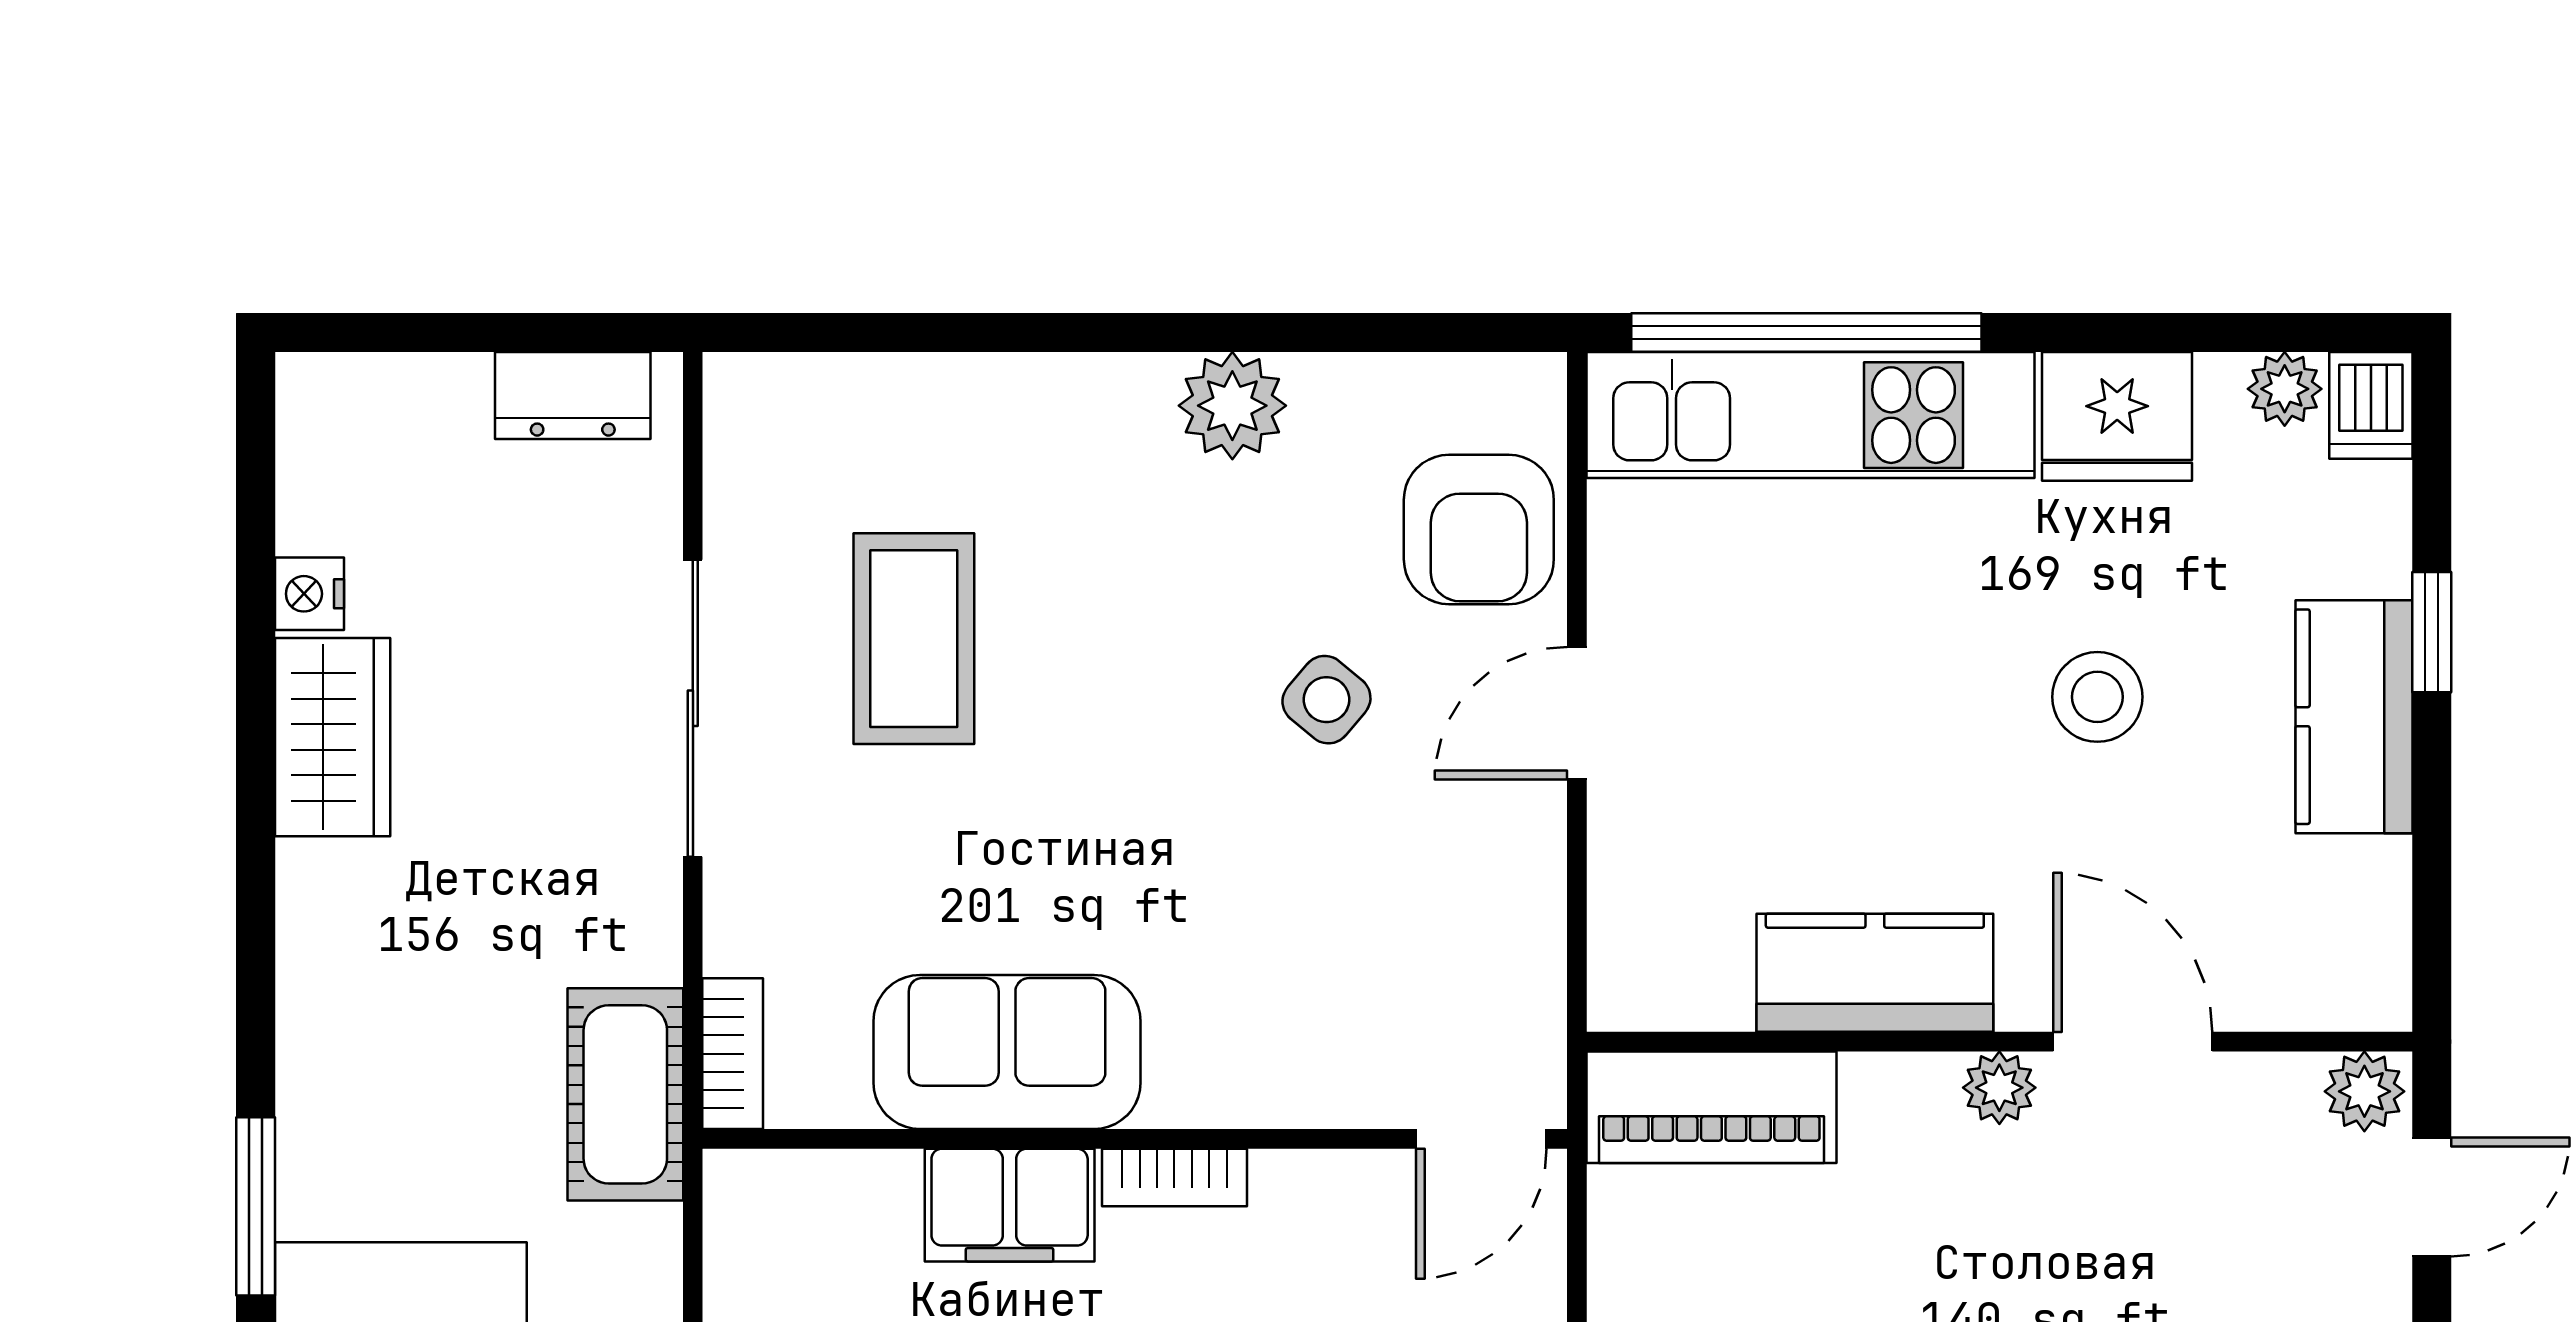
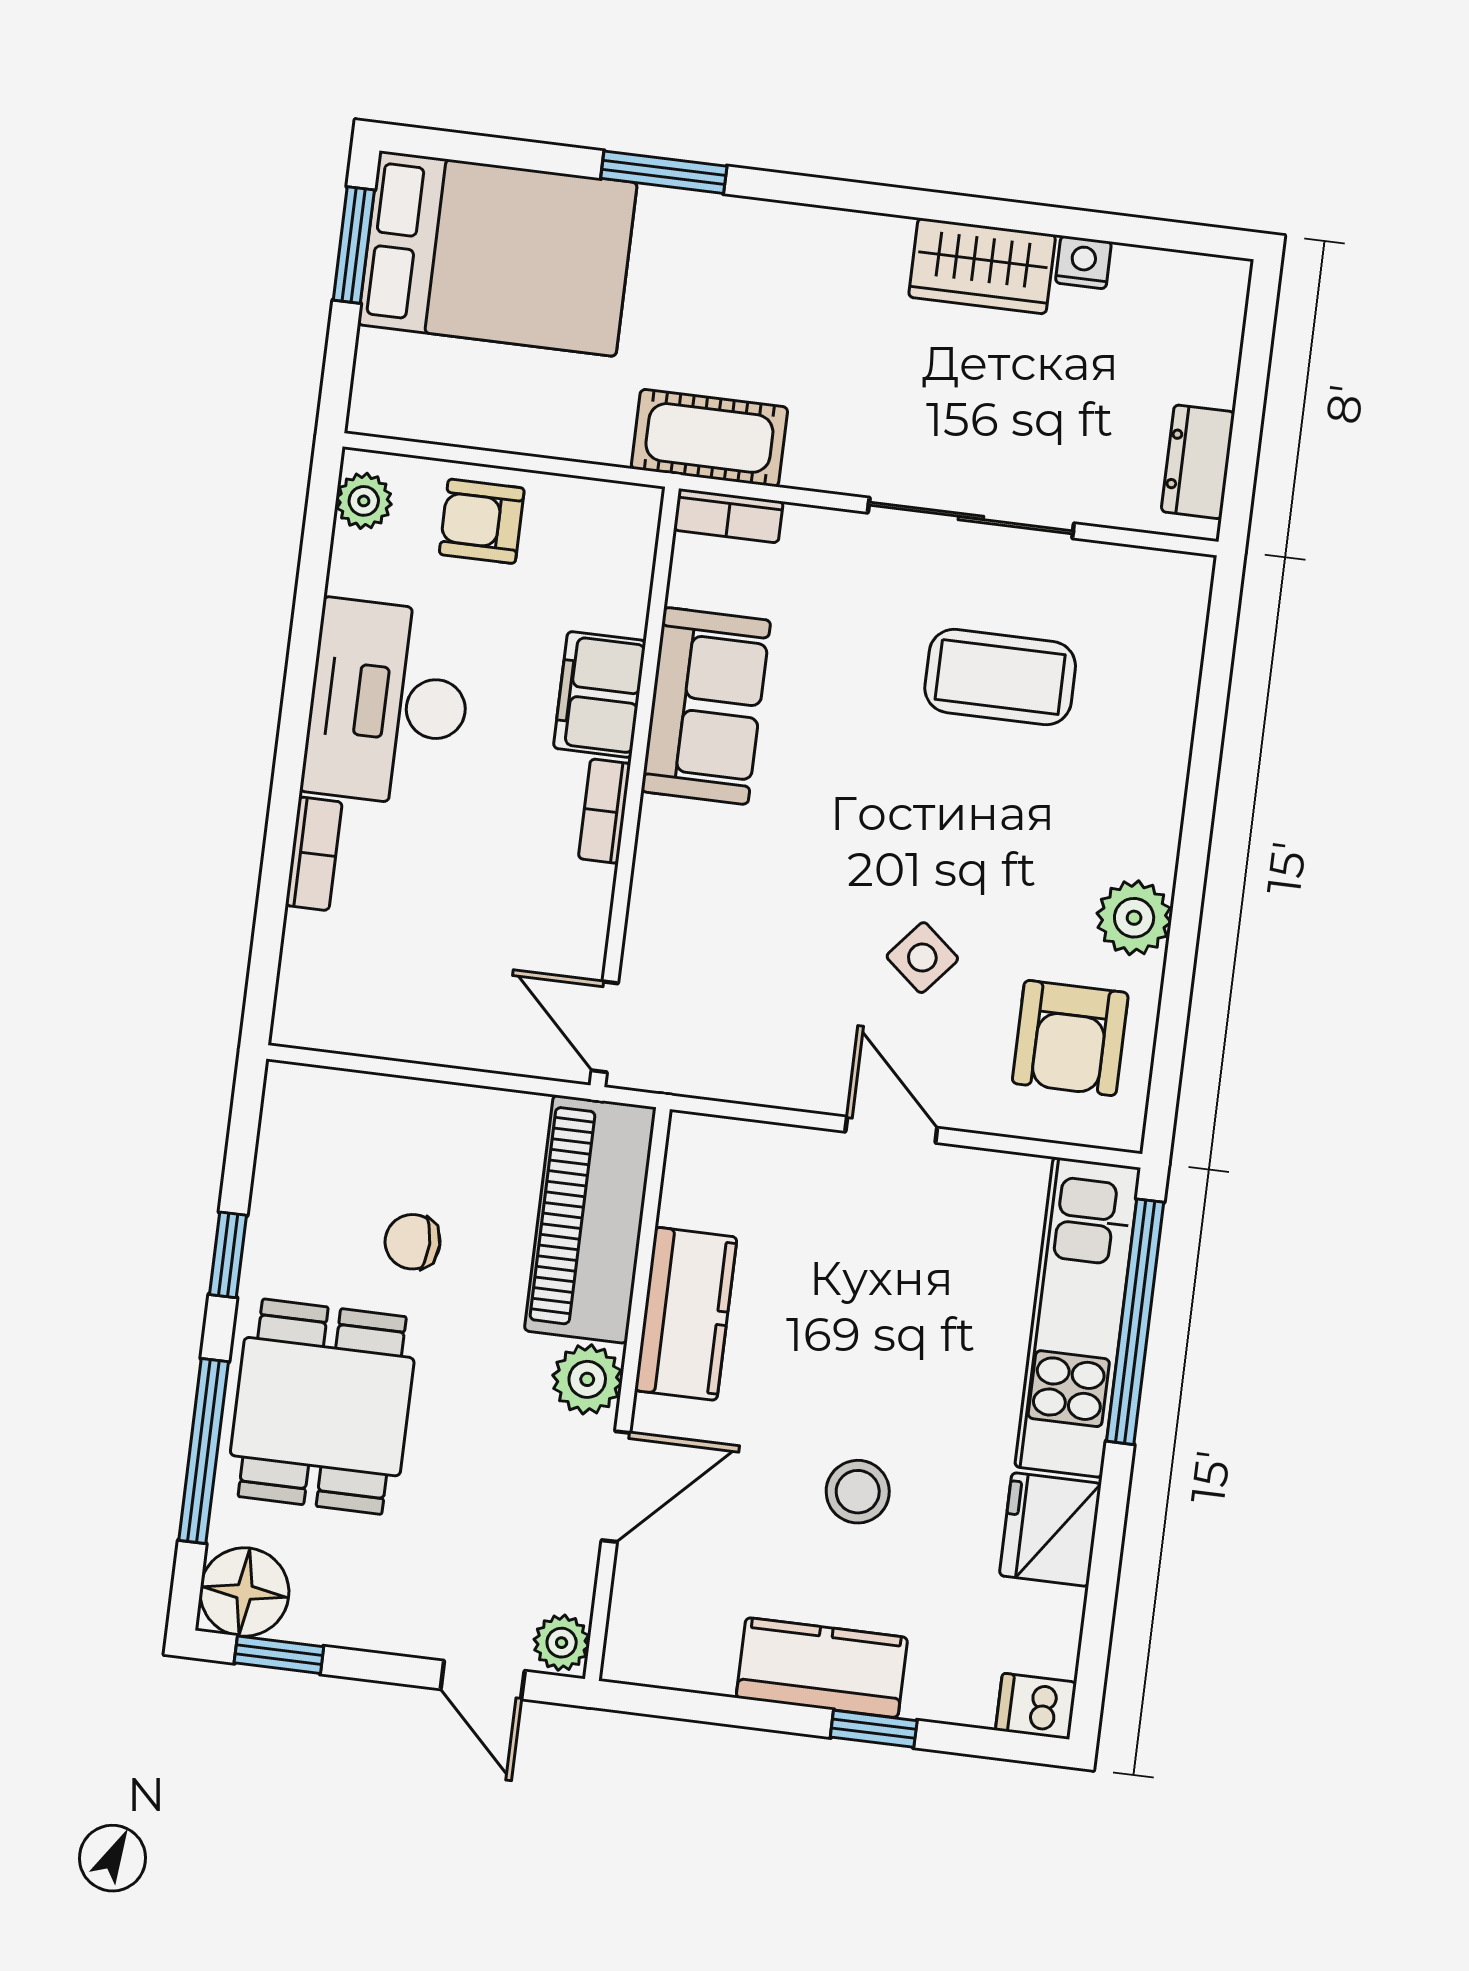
plant: (2285, 389) -> (1055, 1648), removed
armchair: (1479, 529) -> (1070, 1038), moved, turned -90
plant: (1999, 1088) -> (587, 1379), width x1.38, depth x1.38
piano: (1711, 1107) -> (590, 1219), width x1.37, depth x1.33

